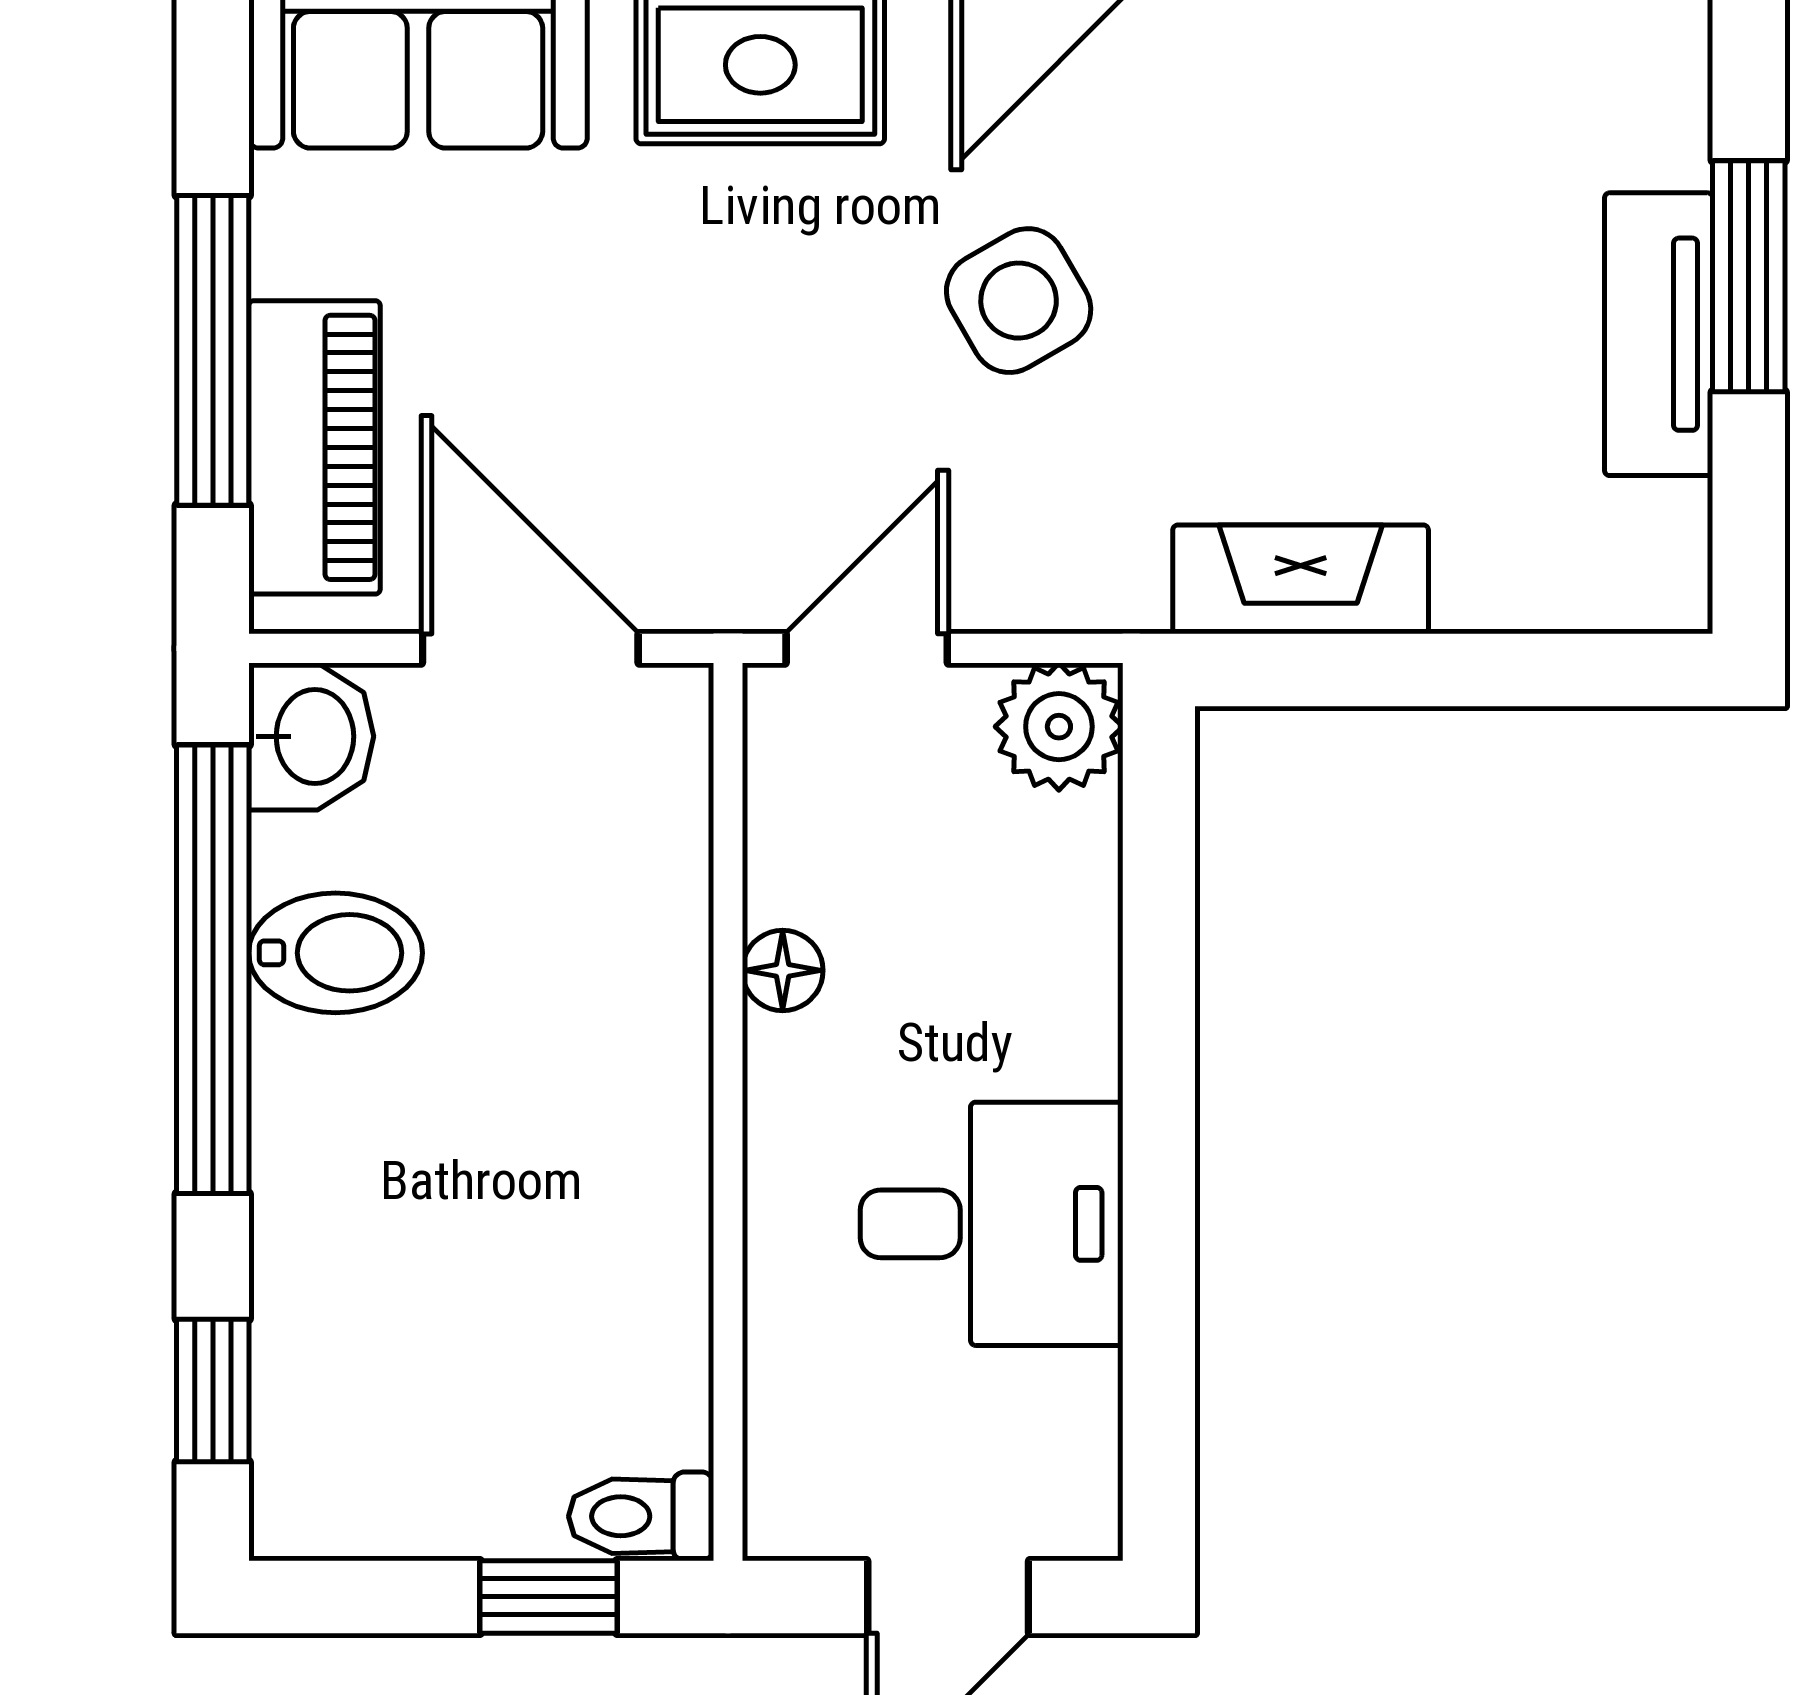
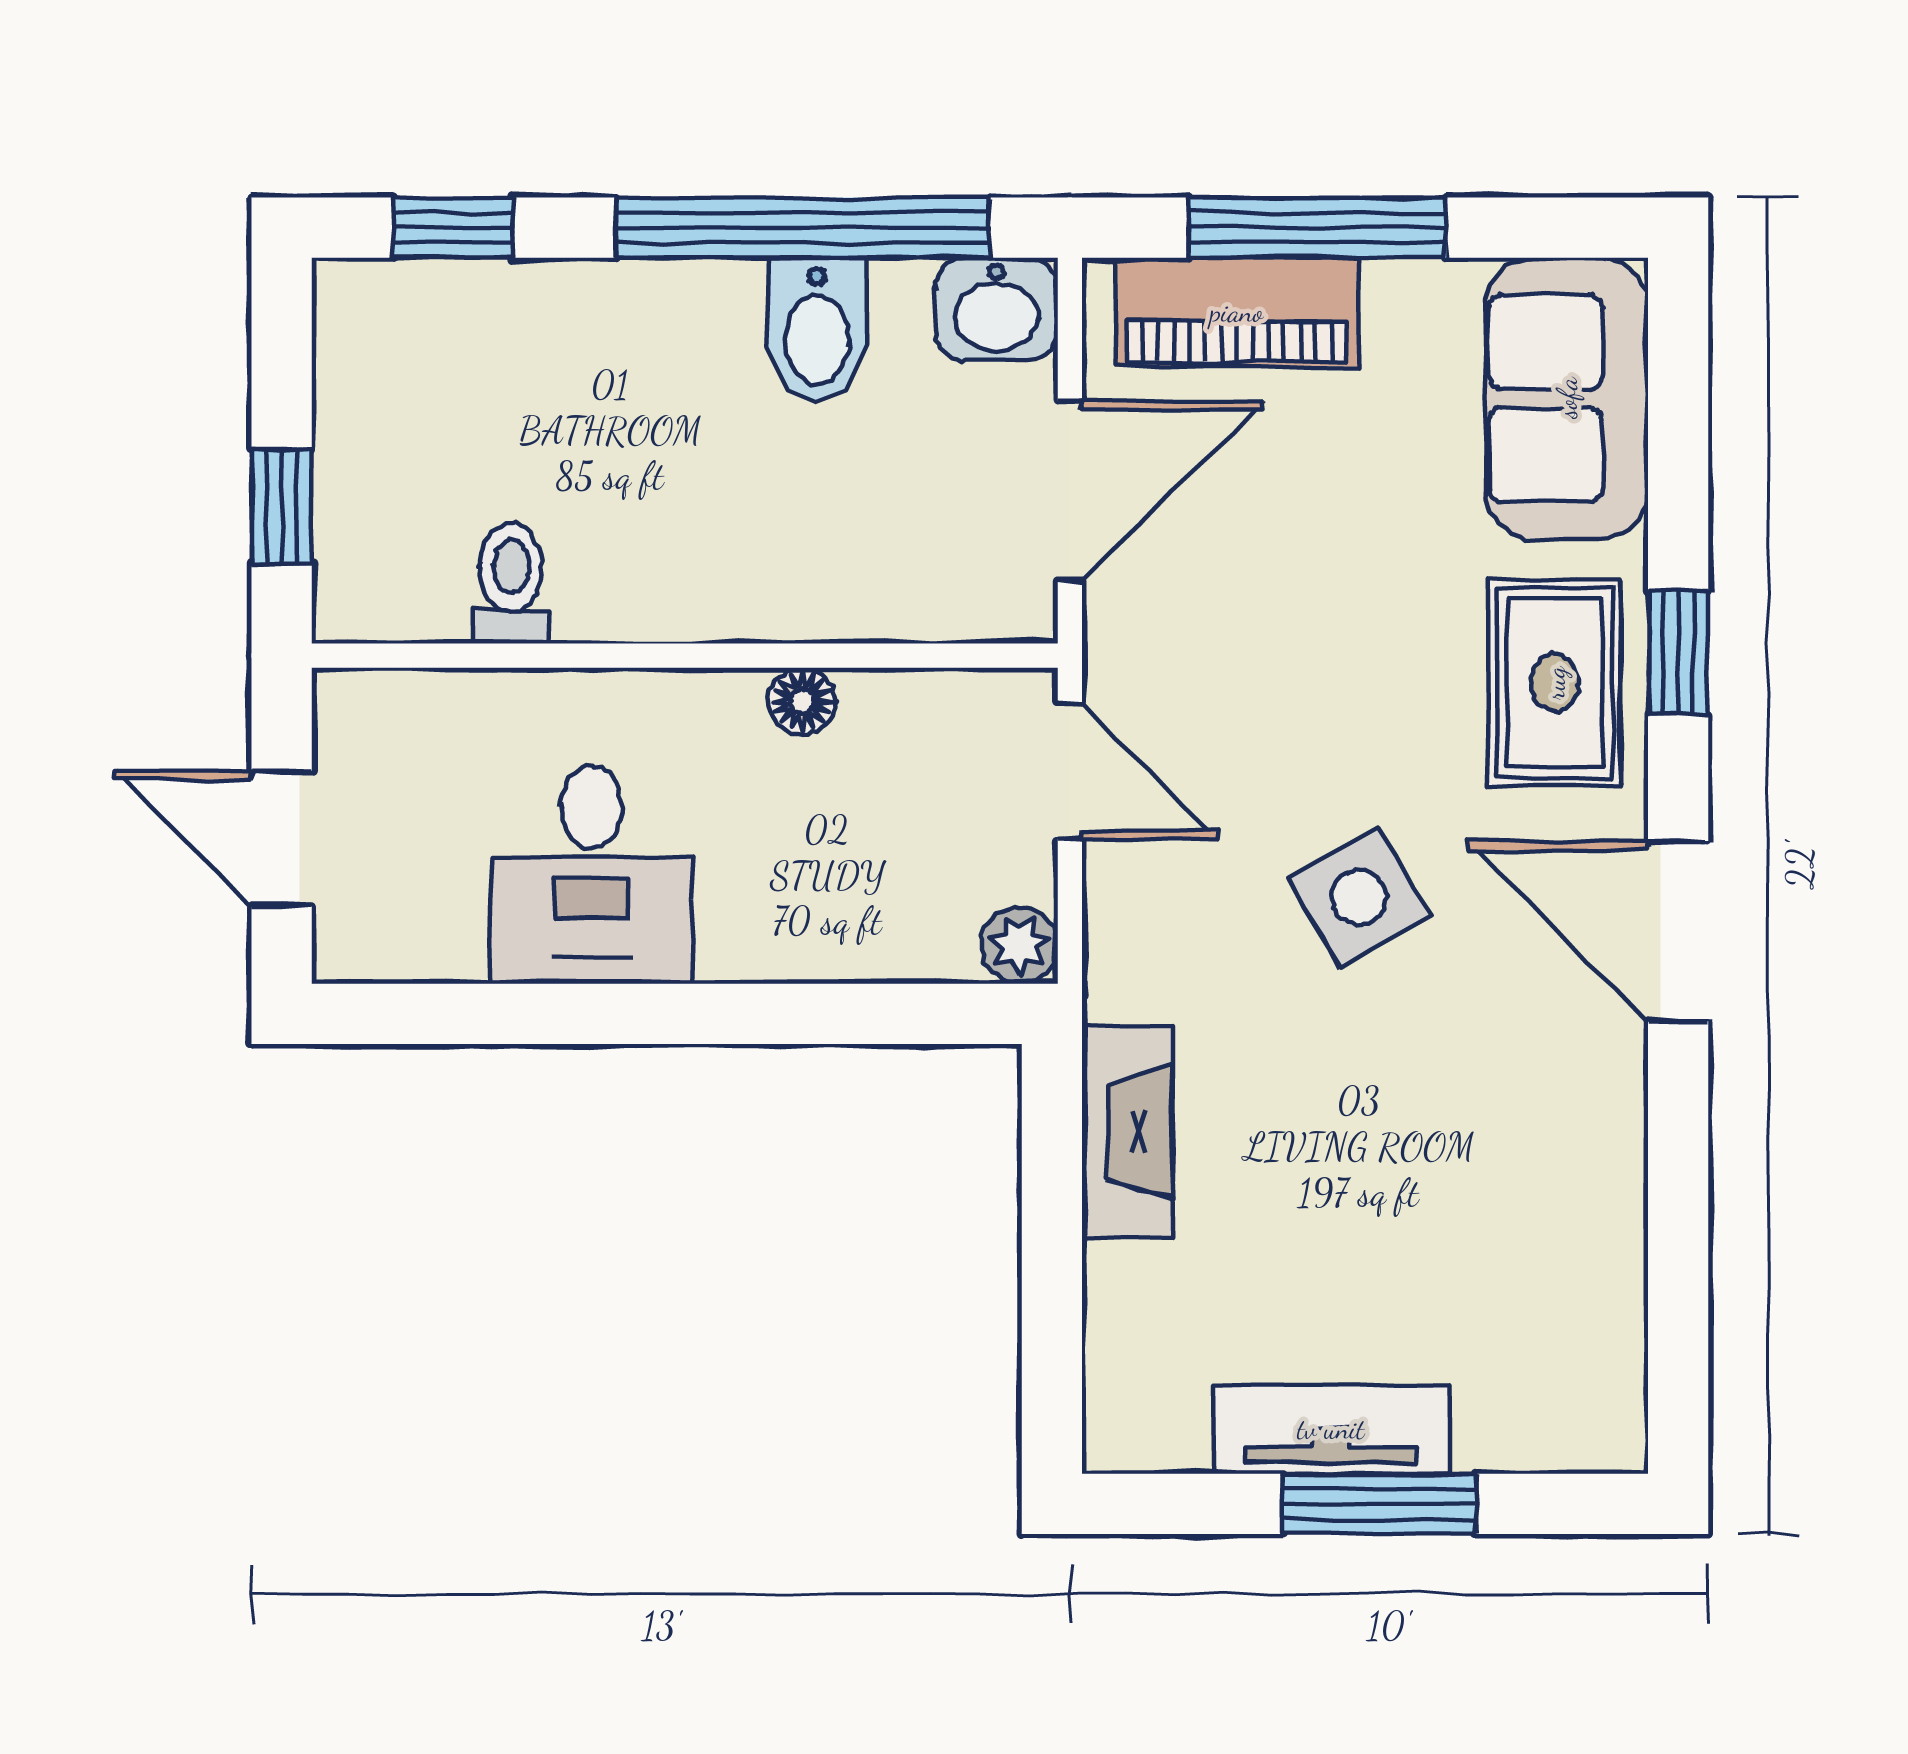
plant: (1059, 727) -> (1019, 945), width x0.73, depth x0.73
toilet: (641, 1516) -> (511, 583), moved

